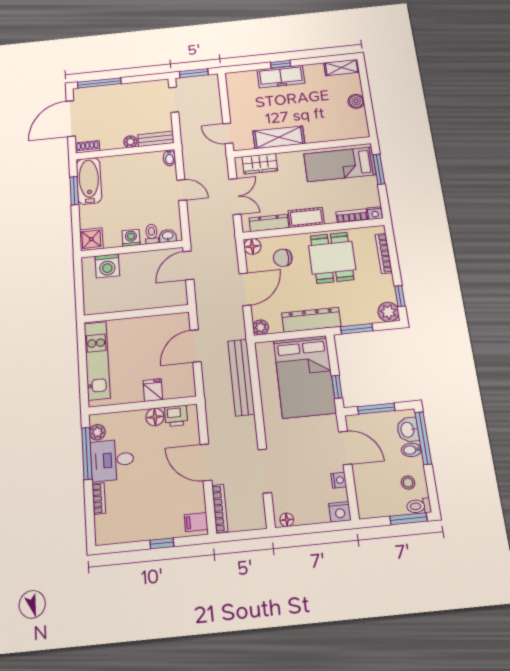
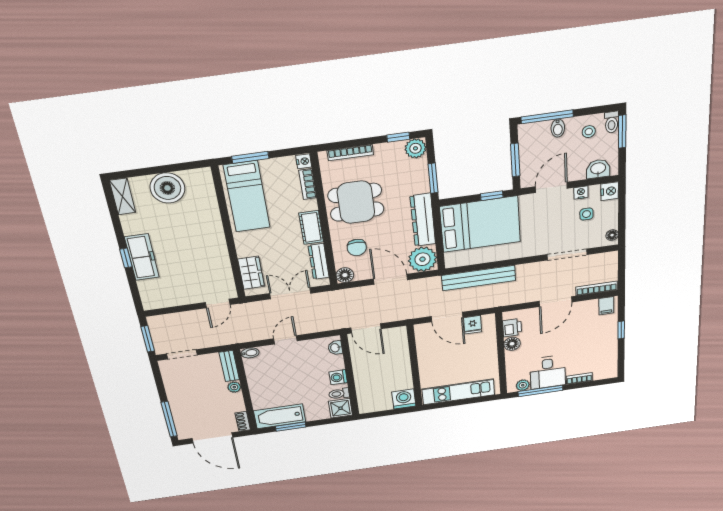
boiler: (356, 101) -> (167, 188), width x1.86, depth x1.86
shelving: (279, 137) -> (218, 256), removed
toilet: (152, 234) -> (339, 394), moved
washing machine: (107, 266) -> (404, 399), moved, turned -90
plant: (261, 327) -> (423, 259), width x1.87, depth x1.87
fridge: (153, 390) -> (473, 325), moved, turned -90
washbasin: (408, 430) -> (598, 169), moved, turned 180
side table: (313, 488) -> (586, 214), added

